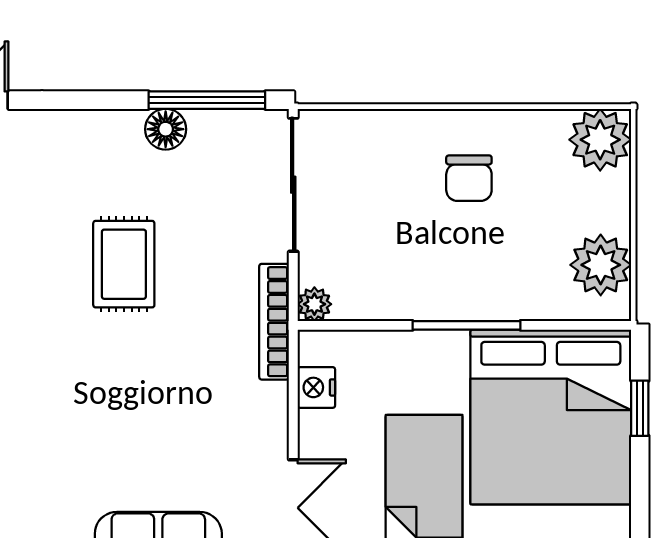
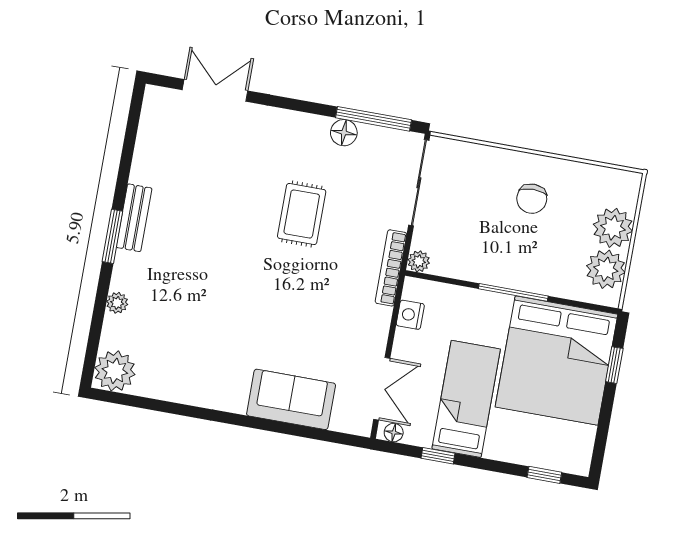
plant: (600, 140) -> (613, 228), moved

